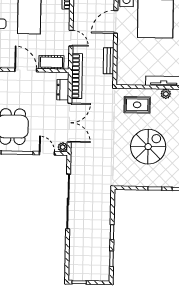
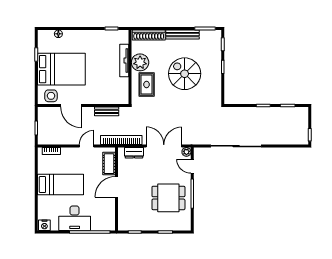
plant: (166, 94) -> (140, 62), width x1.87, depth x1.87
door: (47, 153) -> (192, 166), hinge flipped

